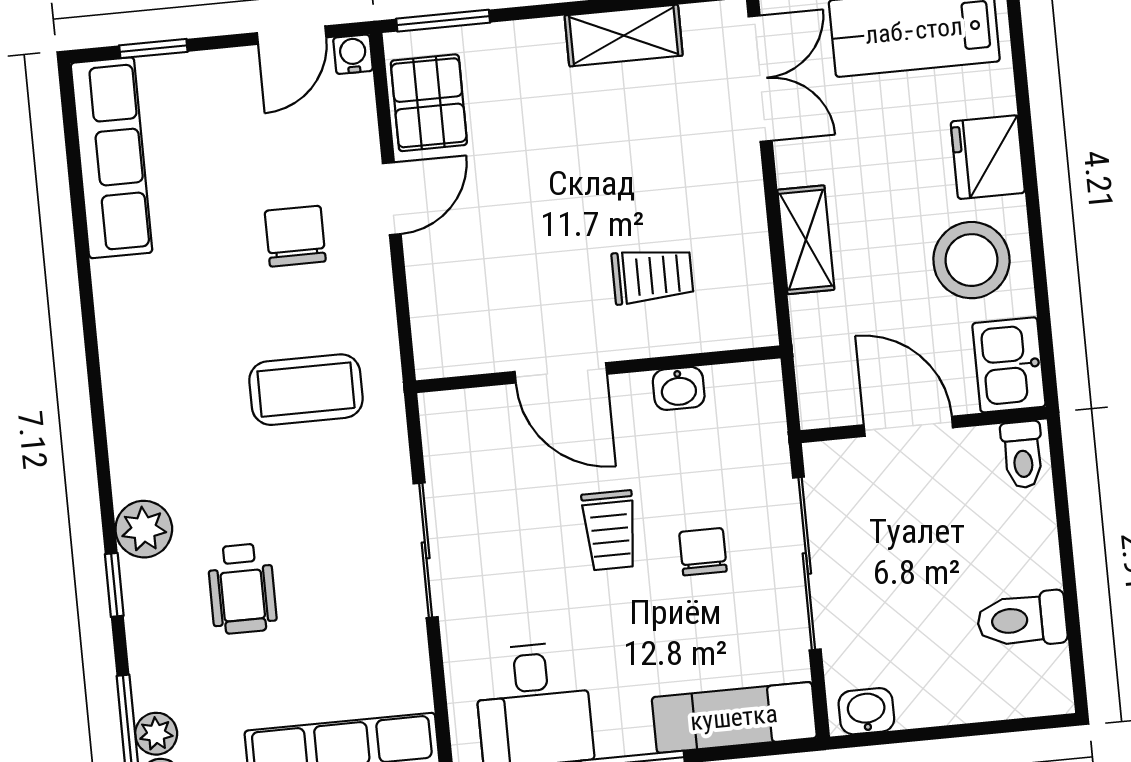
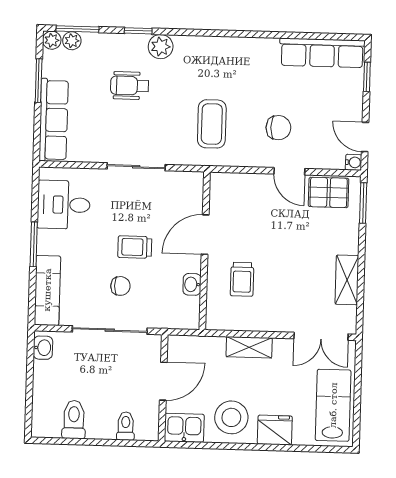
toilet: (1022, 455) -> (126, 426), moved, turned 90

